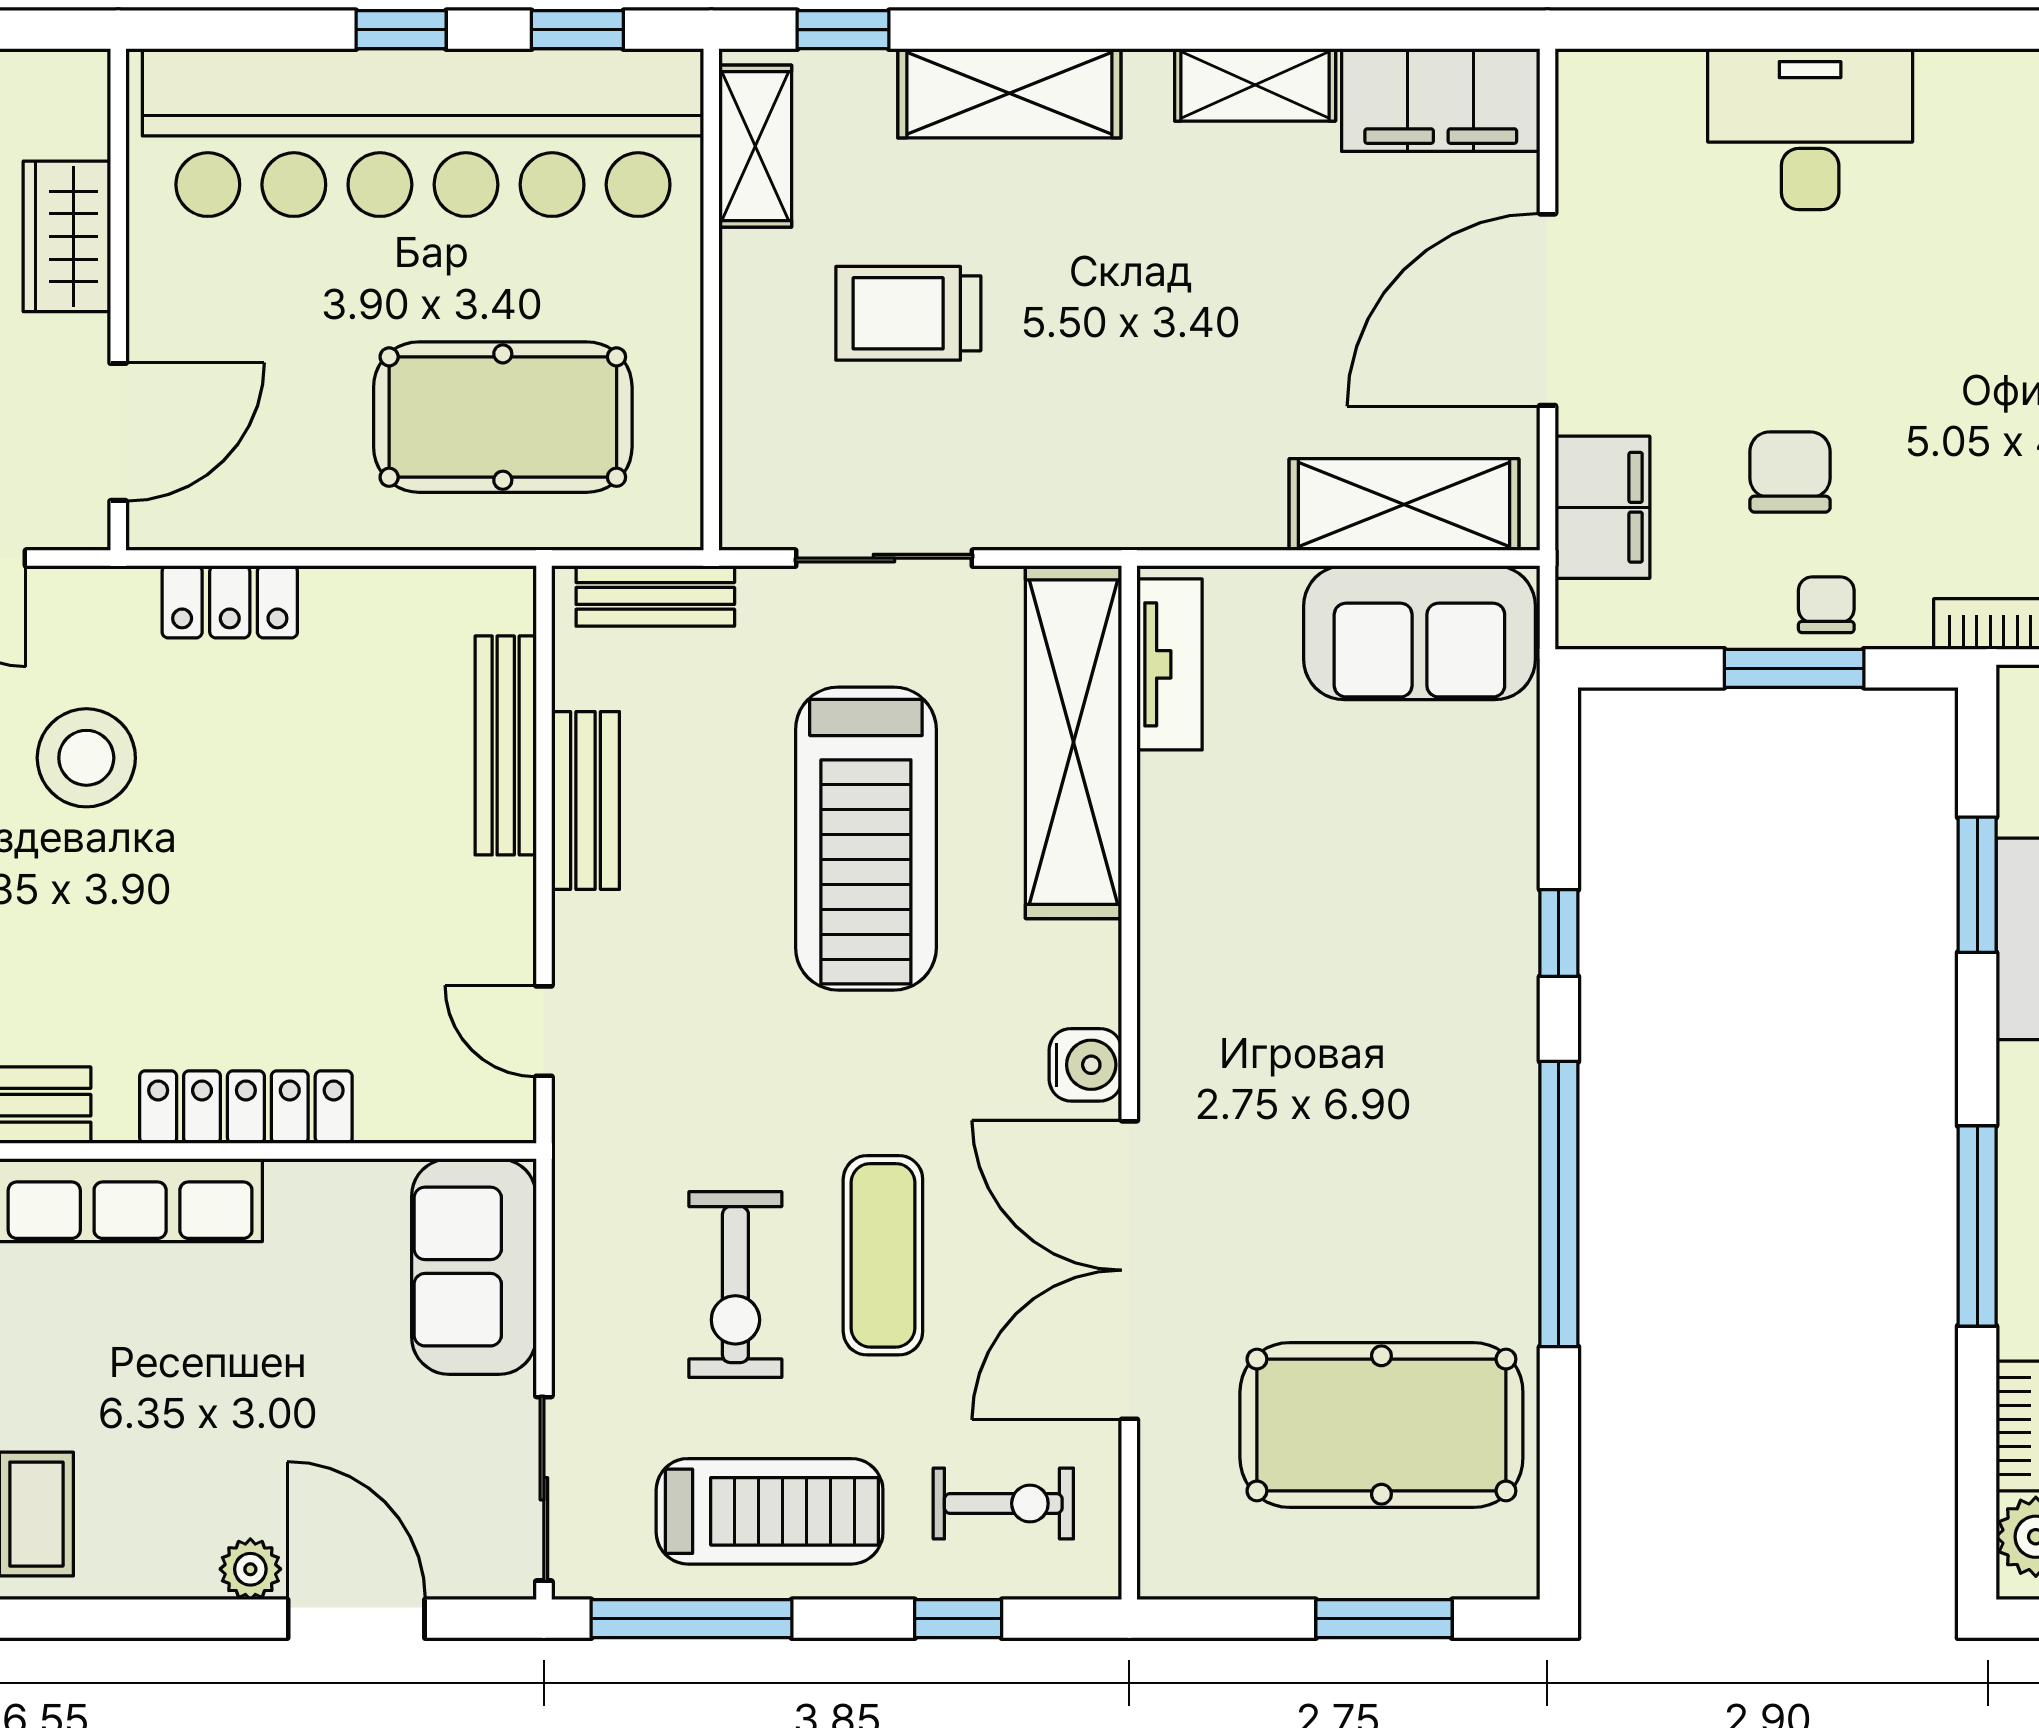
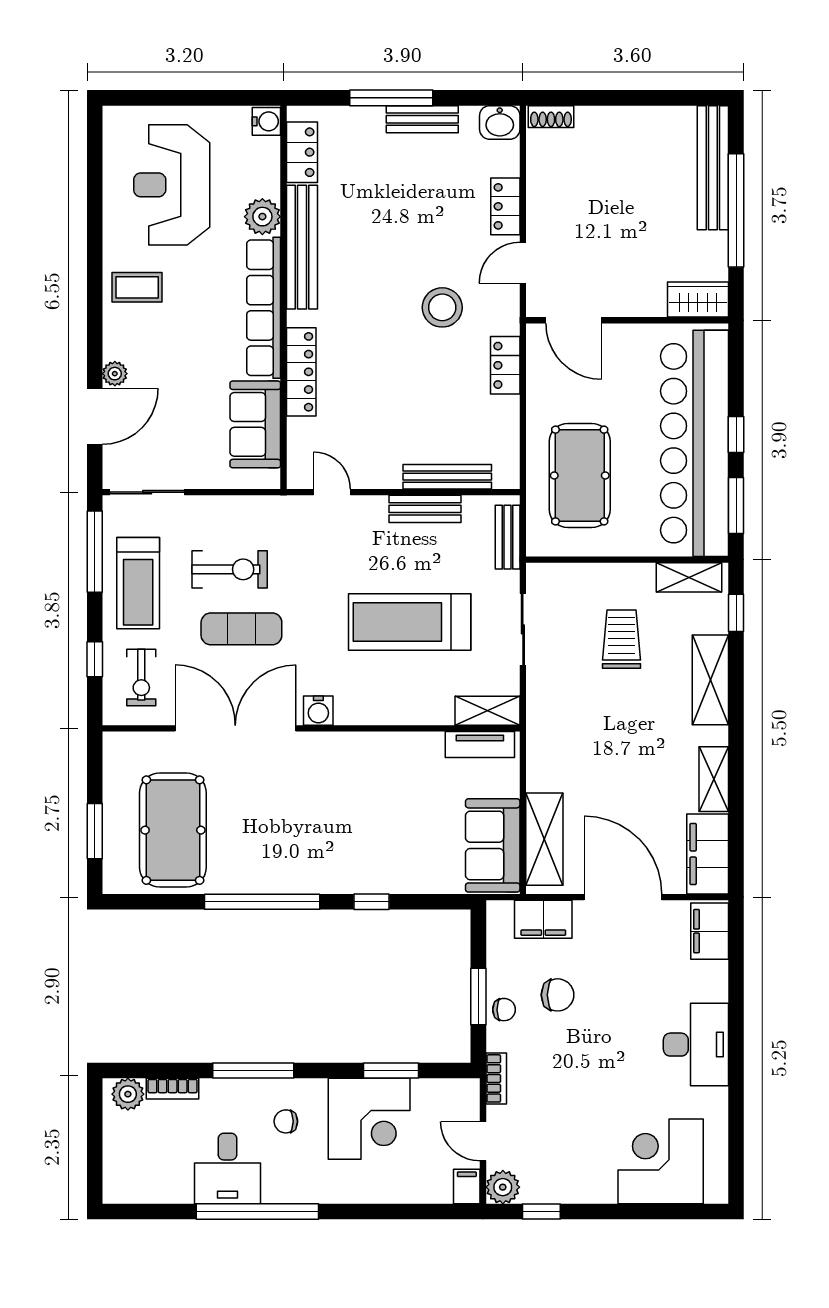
window: (577, 30) -> (736, 506), width x1.50
filing cabinet: (1632, 95) -> (710, 931), added
desk: (1810, 129) -> (696, 1045), moved
wardrobe: (67, 236) -> (698, 300), moved
shelving: (1074, 742) -> (487, 711), width x0.45, depth x0.75
door: (544, 1031) -> (332, 492), hinge flipped
sofa: (474, 1267) -> (255, 424), moved, turned -90
exercise bike: (735, 1285) -> (230, 569), turned 180

